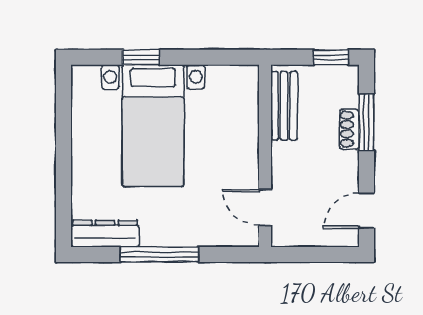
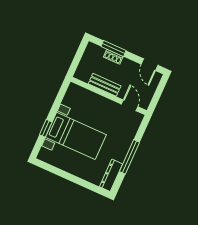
window: (331, 57) -> (81, 51), removed
bench: (284, 106) -> (105, 85), moved
door: (265, 208) -> (130, 105), swing flipped

